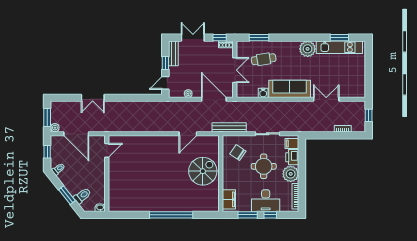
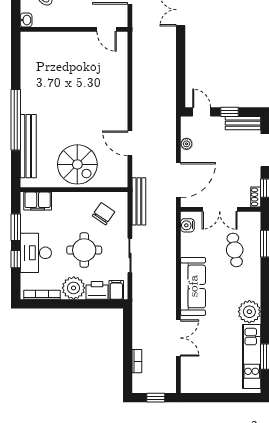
water cooler: (263, 93) -> (187, 225), moved
bench: (190, 206) -> (28, 146), added

